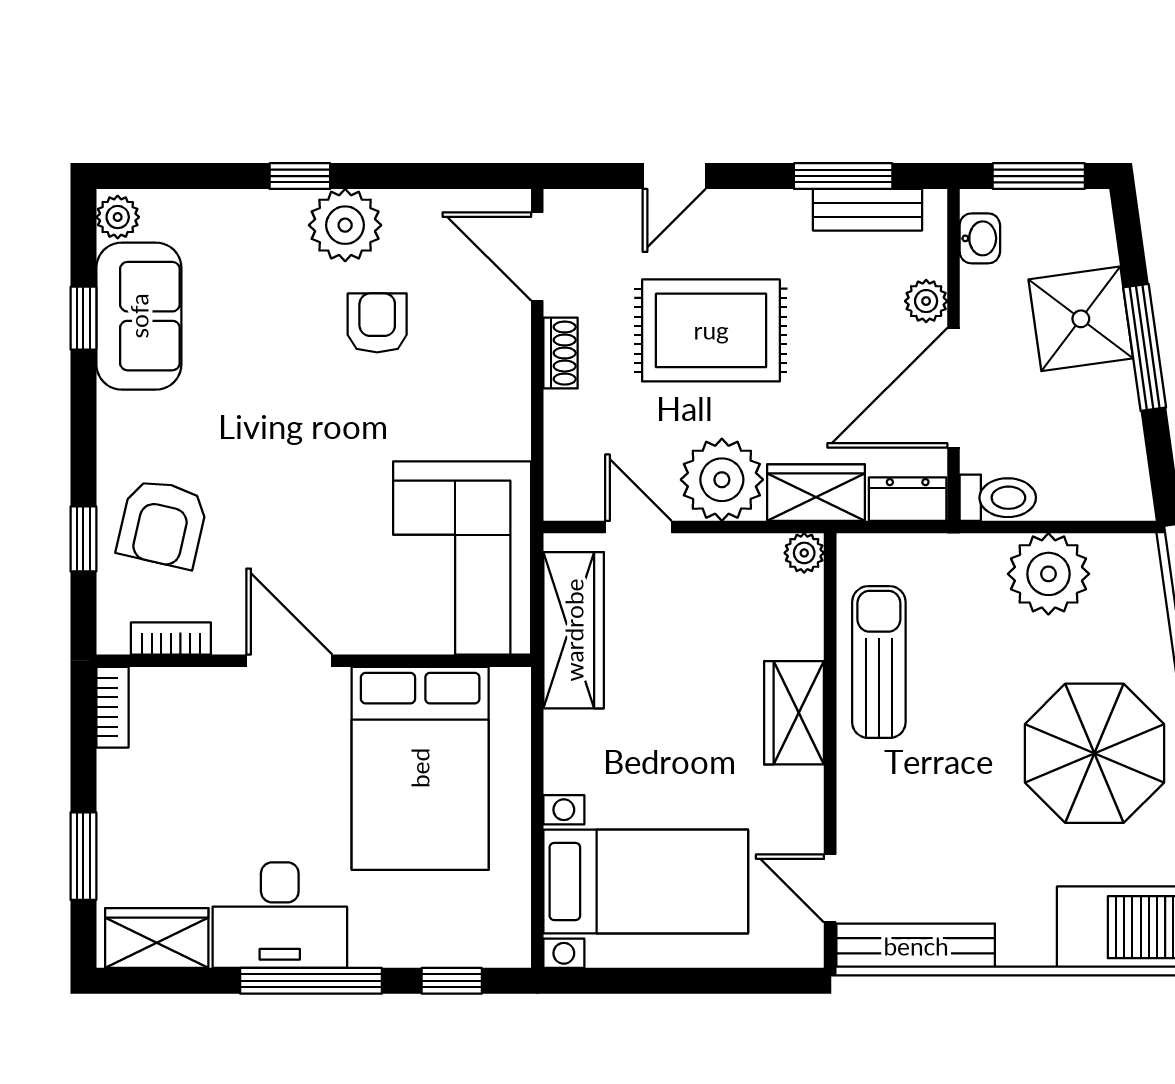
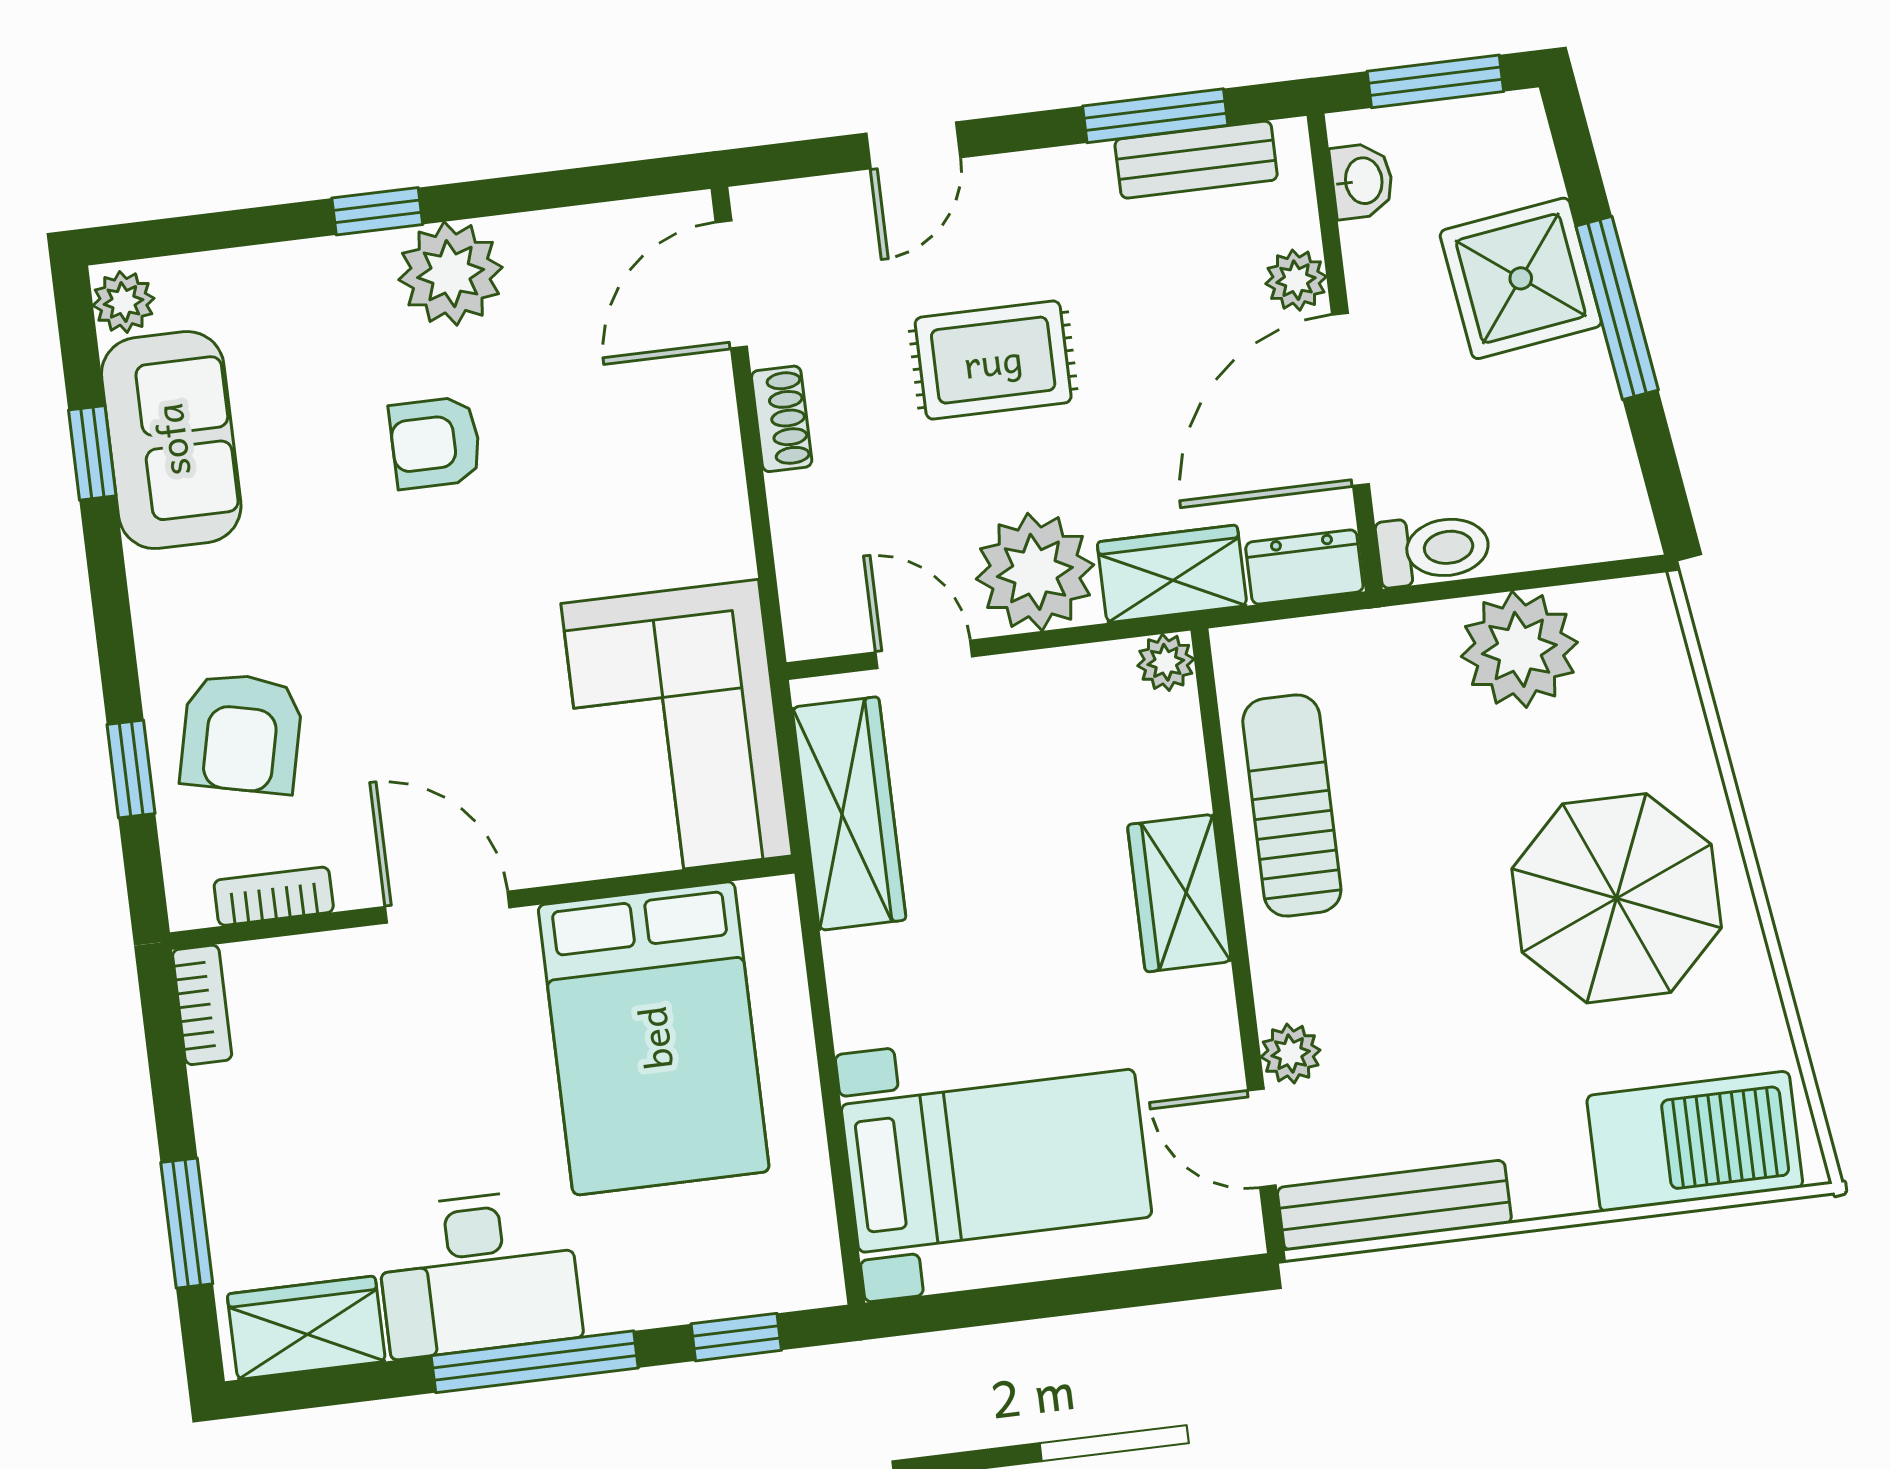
door: (537, 256) -> (731, 285), hinge flipped
armchair: (377, 323) -> (435, 443), moved, turned -90
rug: (711, 330) -> (993, 360), width x0.73, depth x0.70
plant: (857, 833) -> (1291, 1054), added

